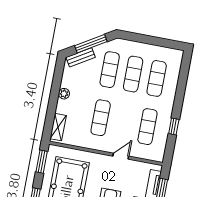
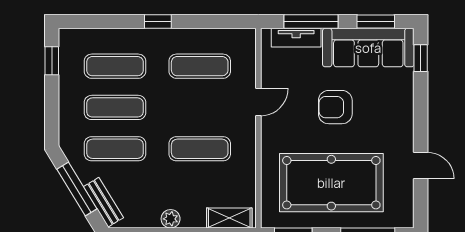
window: (166, 43) -> (52, 61), added
window: (174, 127) -> (158, 21), moved
door: (121, 156) -> (258, 102), swing flipped

